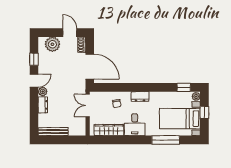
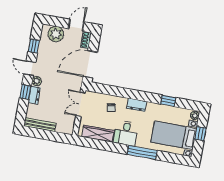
door: (70, 33) -> (76, 25), hinge flipped
door: (90, 67) -> (90, 64), swing flipped
door: (34, 81) -> (30, 68), swing flipped
window: (184, 87) -> (168, 101), moved
window: (34, 104) -> (25, 92), added
window: (166, 140) -> (142, 152), moved

